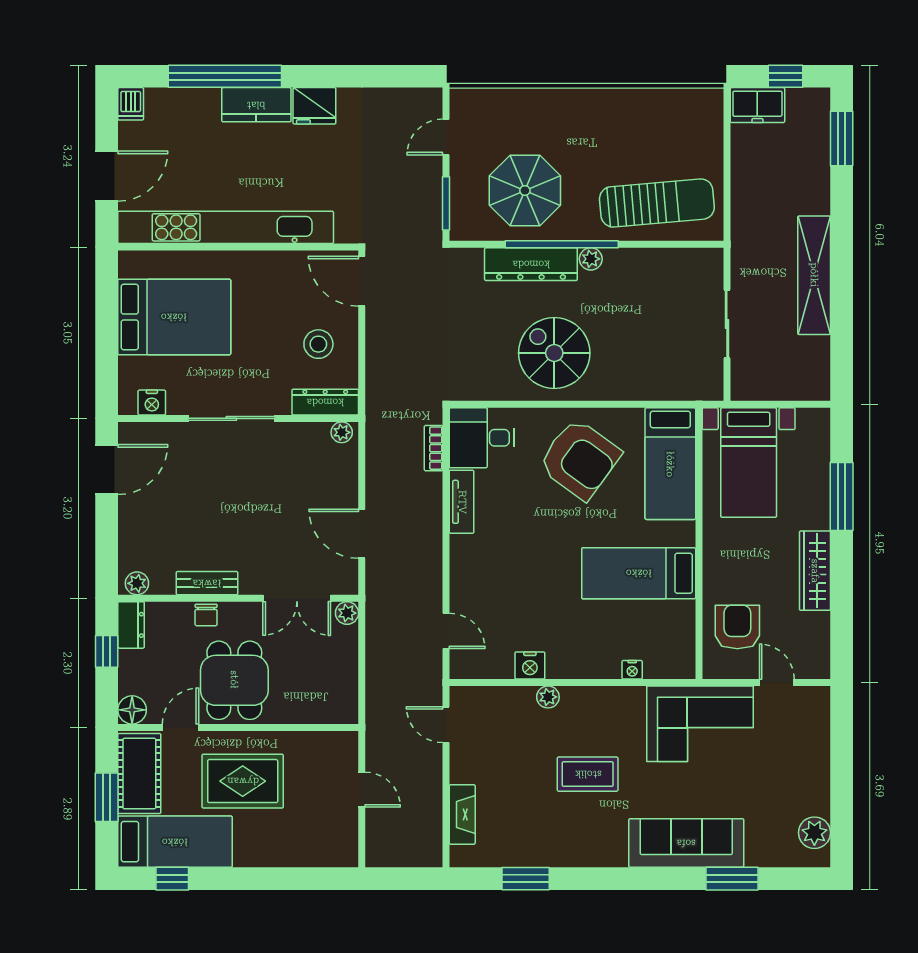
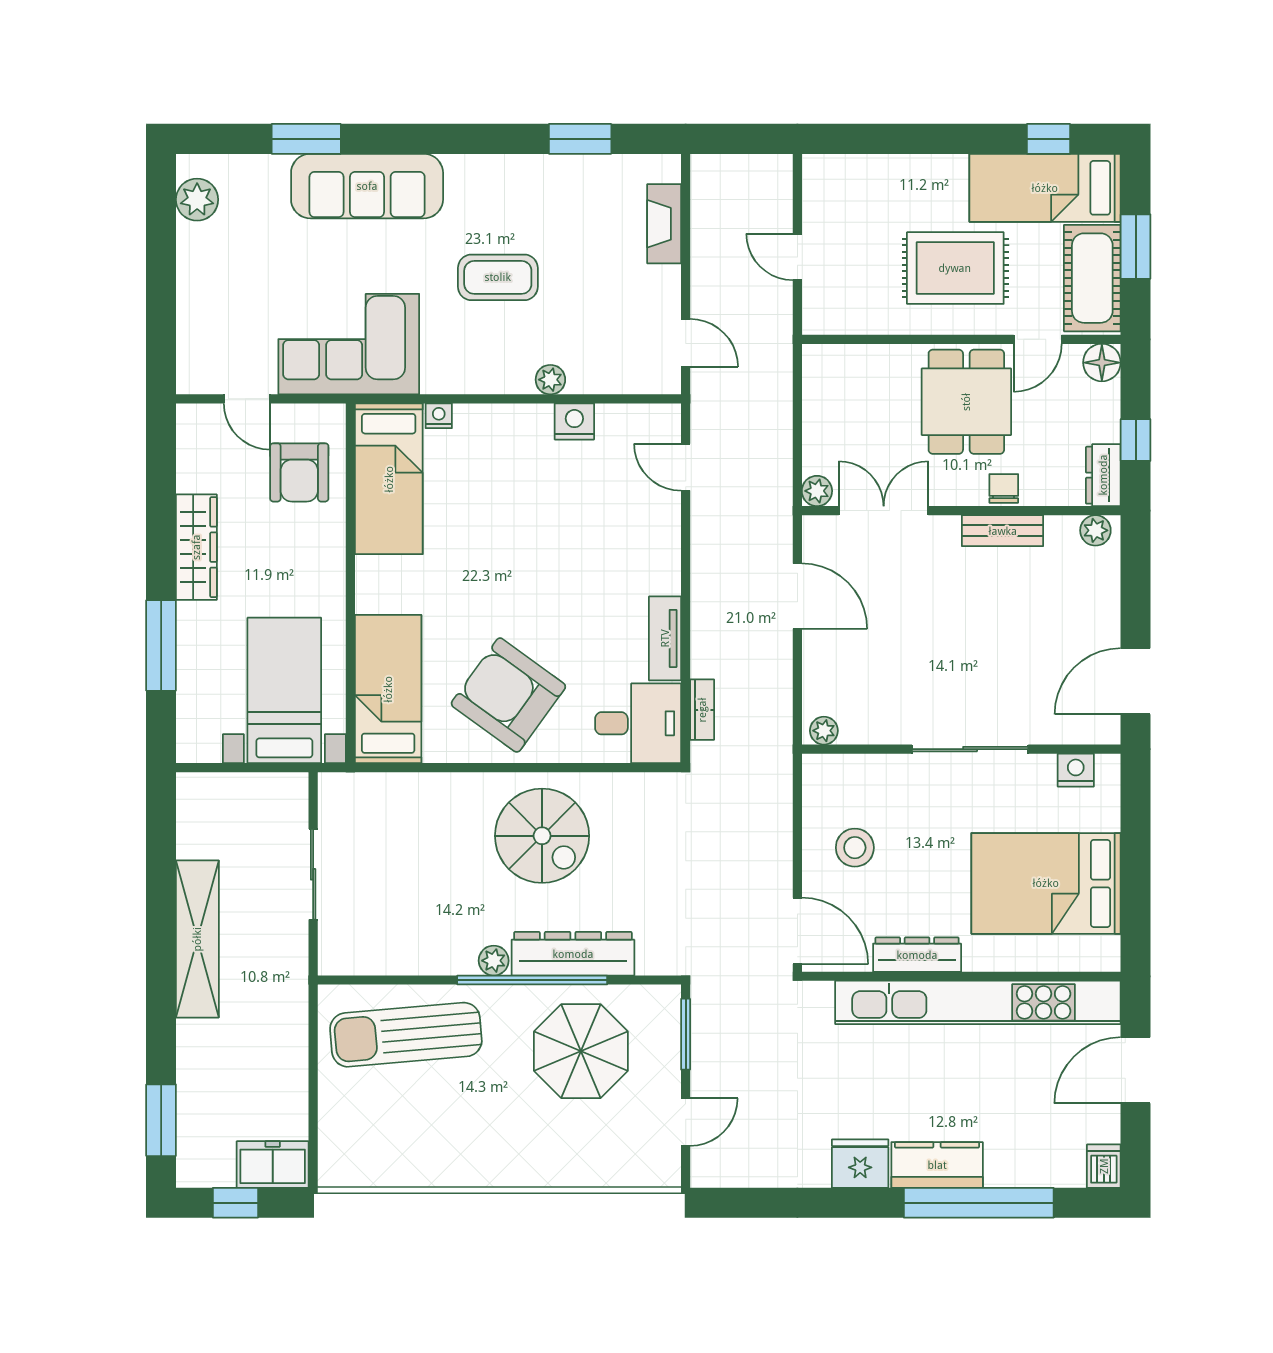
dresser: (325, 402) -> (917, 955), moved, turned 180
bed: (639, 573) -> (389, 479), moved, turned 90

